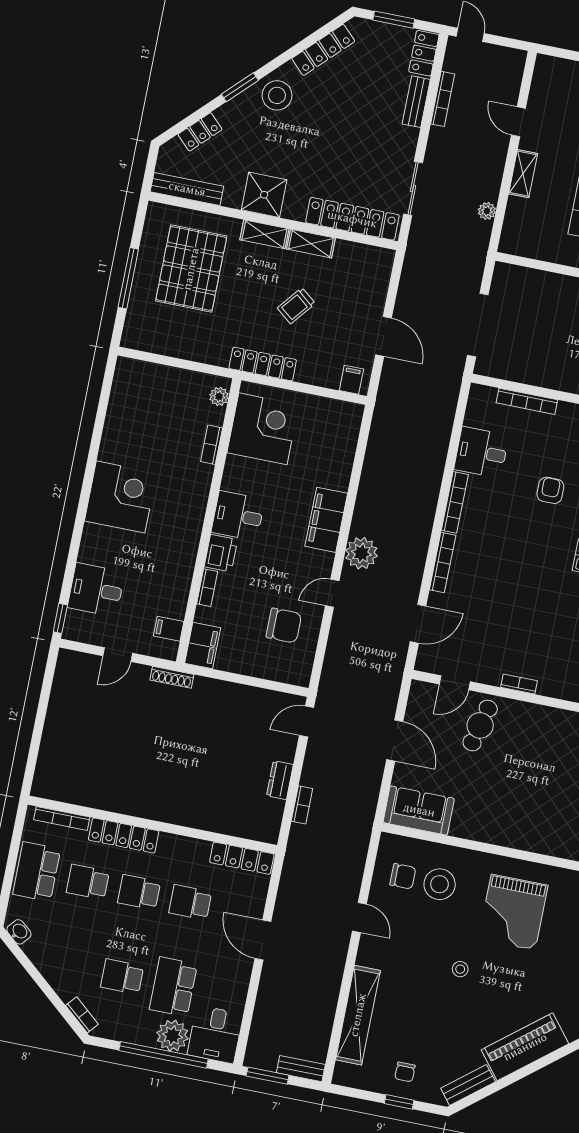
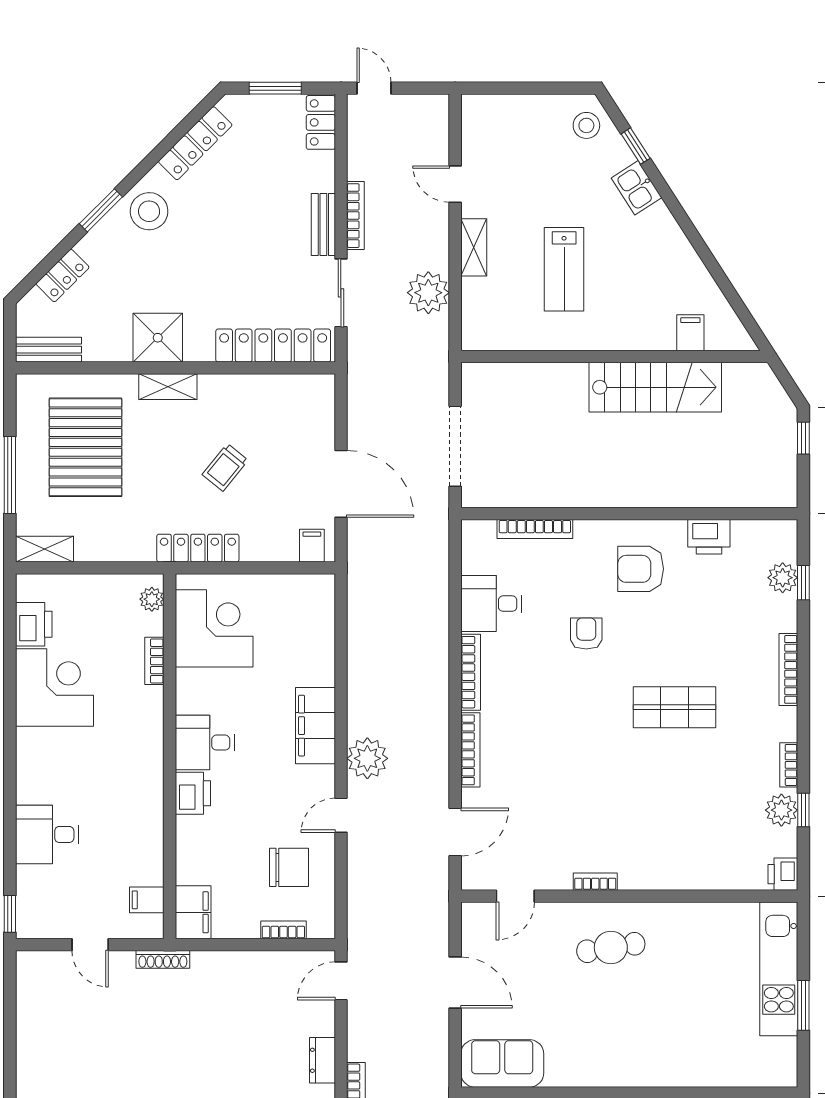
bookcase: (443, 99) -> (355, 216), moved
bench: (416, 102) -> (323, 224), moved
bench: (187, 189) -> (48, 350), width x0.73
plant: (487, 211) -> (428, 293), width x1.88, depth x1.88
shelving: (311, 244) -> (44, 549), moved
door: (384, 336) -> (341, 484), width x1.36
printer: (124, 398) -> (34, 624), added
corner desk: (121, 497) -> (54, 687), moved
bookcase: (207, 588) -> (283, 930), moved, turned -90
desk: (96, 590) -> (47, 834), moved
door: (118, 655) -> (90, 945), hinge flipped
cafe table: (480, 725) -> (611, 948), moved, turned 67

